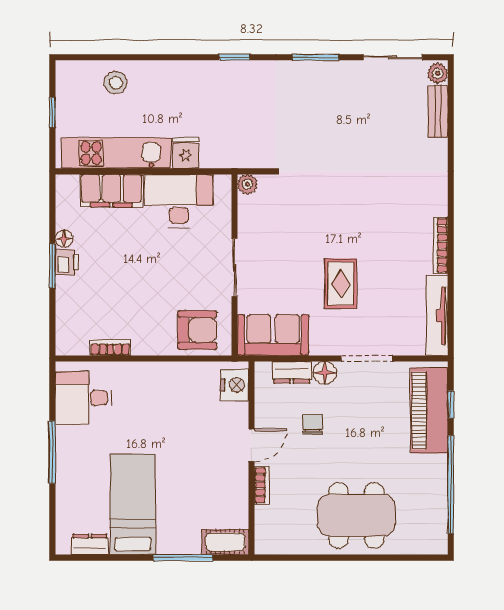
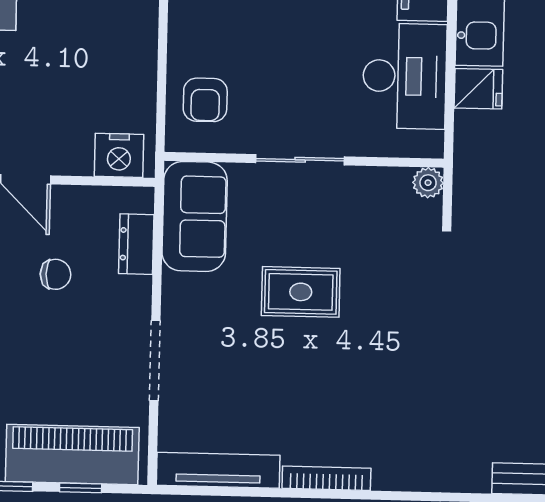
rug: (341, 284) -> (301, 292), moved
armchair: (197, 330) -> (205, 100), width x0.72, depth x0.72
floor lamp: (325, 373) -> (134, 295), removed

